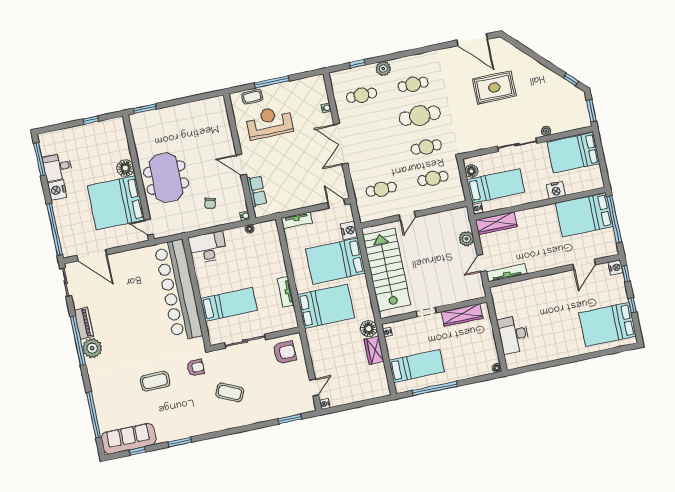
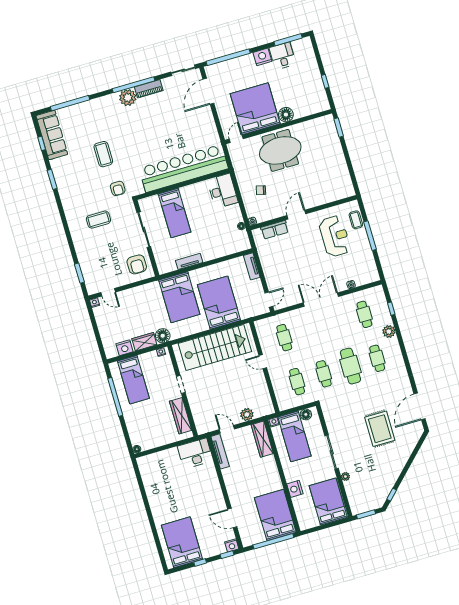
nightstand: (349, 230) -> (124, 348), moved
desk: (514, 335) -> (195, 453), moved
coffee table: (230, 392) -> (98, 220), turned 66

